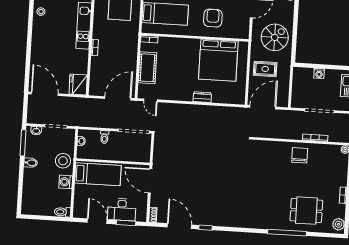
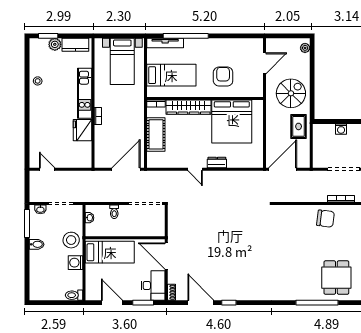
wardrobe: (179, 44) -> (189, 107), added
rug: (265, 69) -> (299, 126), moved, turned 90
fridge: (78, 85) -> (82, 130), moved
door: (45, 94) -> (47, 169), width x0.53
door: (150, 100) -> (195, 169), moved
chair: (300, 155) -> (326, 219), turned 97
desk: (122, 210) -> (153, 285), moved, turned -90
dining table: (306, 211) -> (336, 278), turned 90

